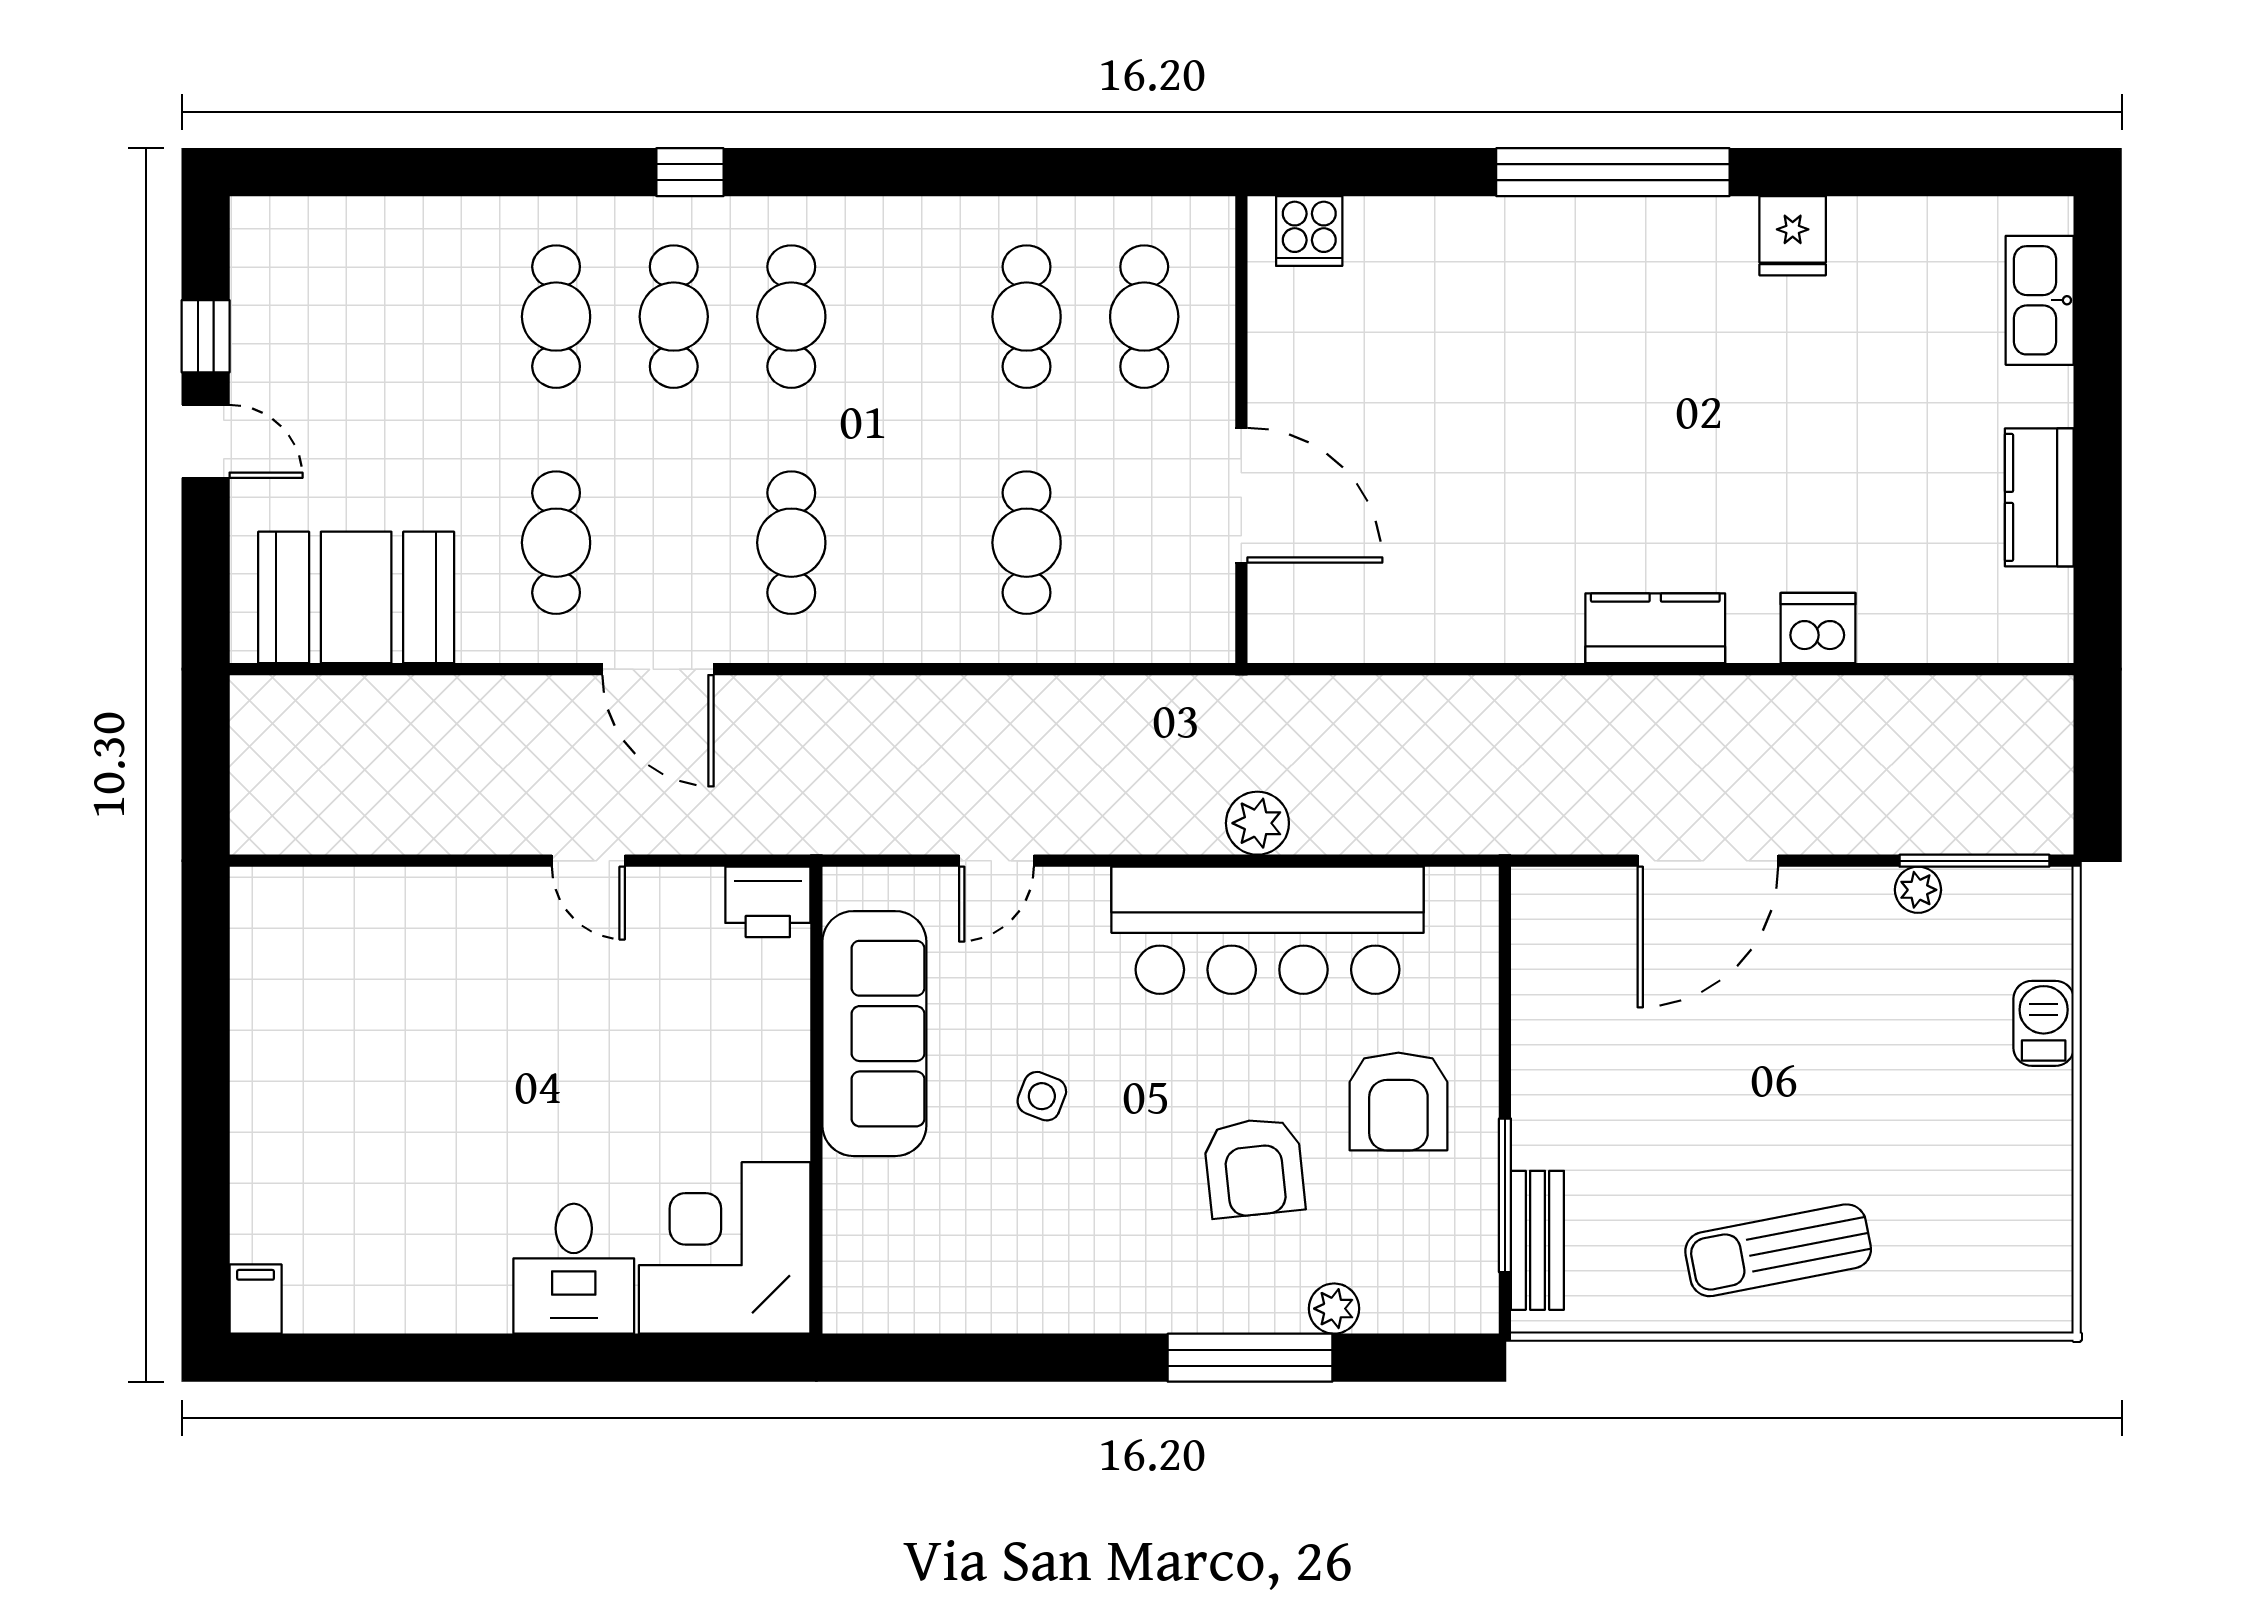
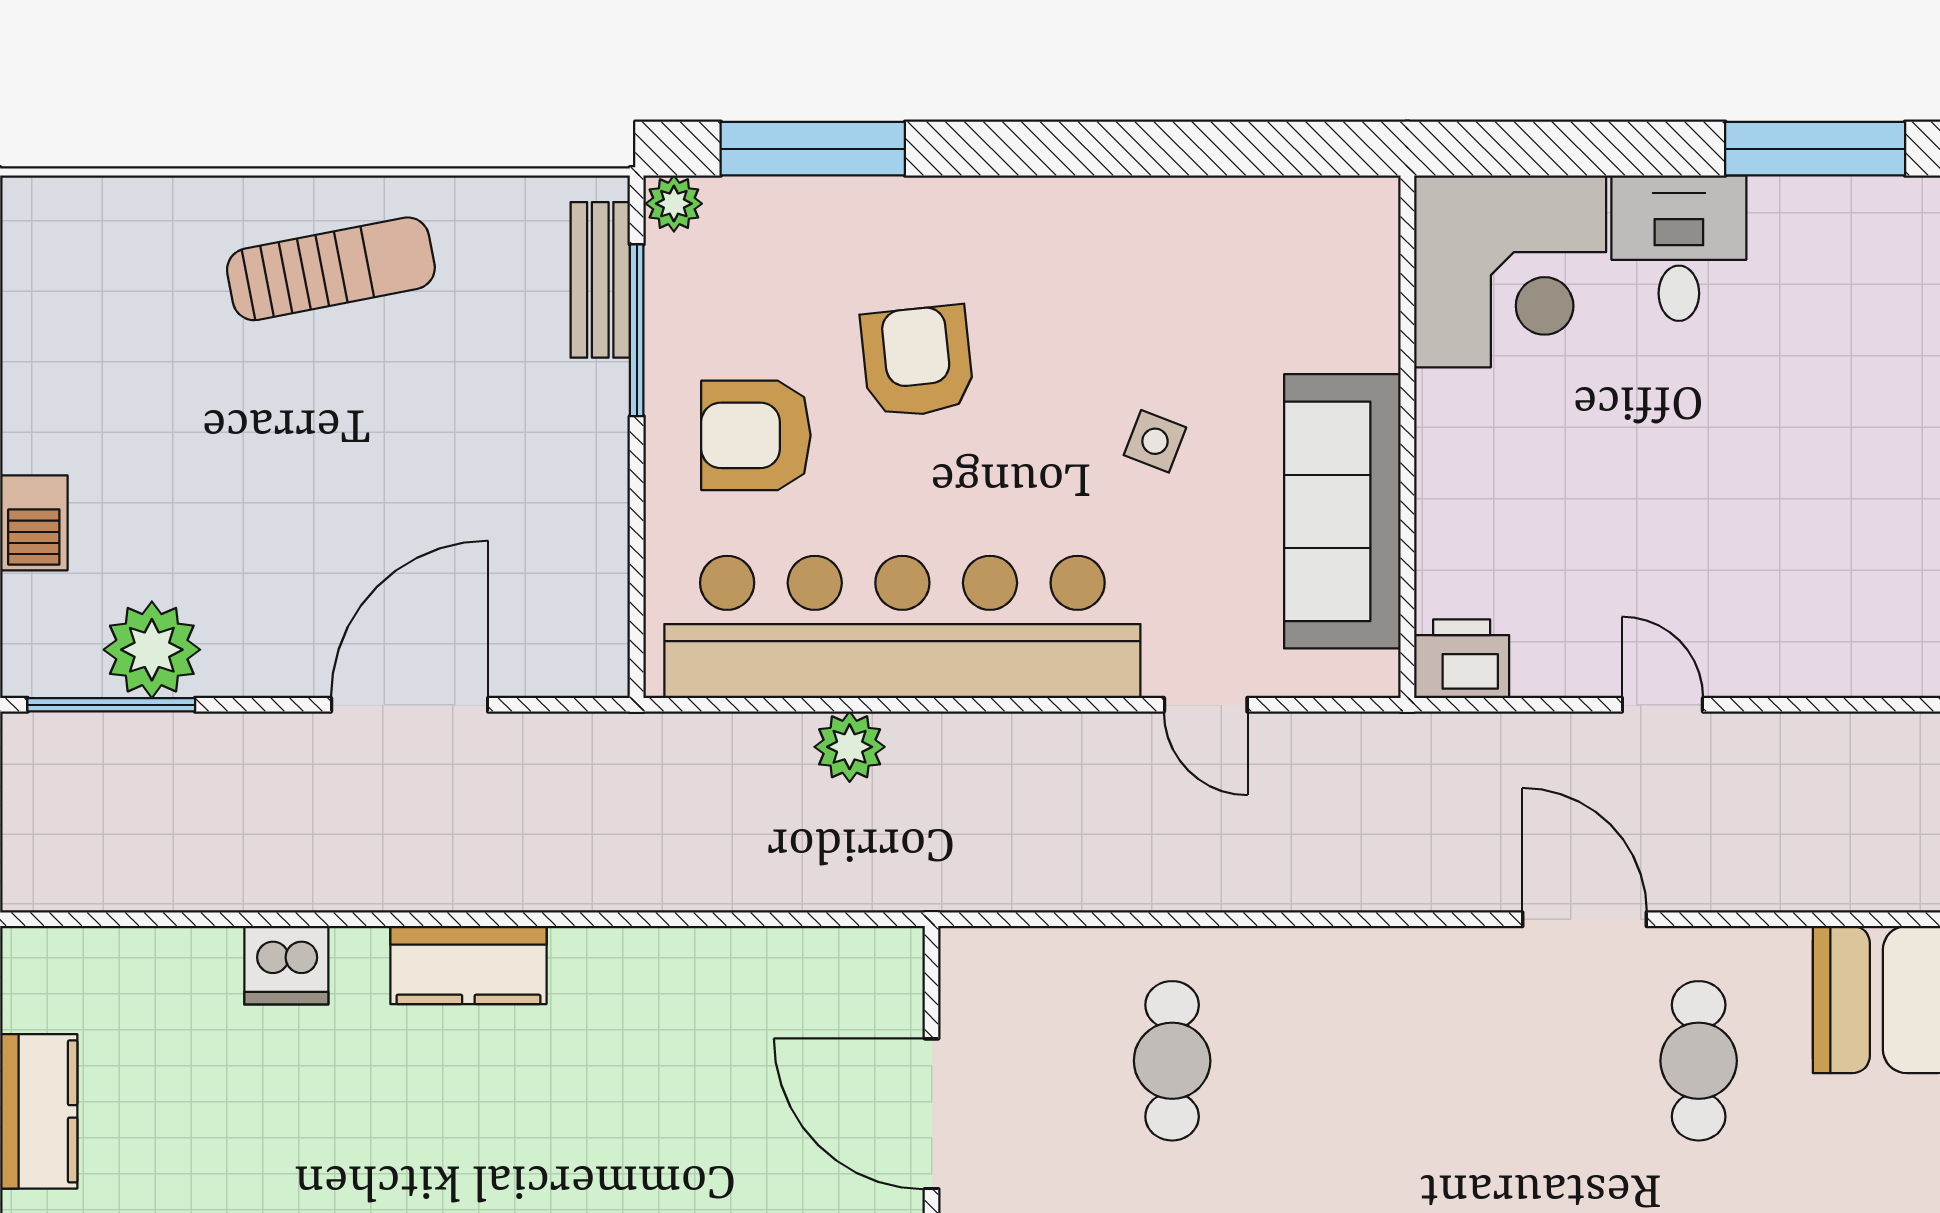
cafe table: (791, 543) -> (1435, 1061), removed
plant: (1257, 823) -> (850, 747), moved
door: (996, 861) -> (1206, 705), swing flipped
plant: (1918, 890) -> (152, 650), width x1.88, depth x1.88
bar counter: (1268, 930) -> (902, 627), width x1.36
armchair: (1398, 1101) -> (756, 435), turned -90
plant: (1334, 1309) -> (674, 204), moved
window: (452, 1358) -> (1815, 149), added
window: (1250, 1358) -> (813, 149), moved

